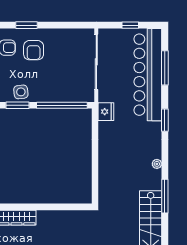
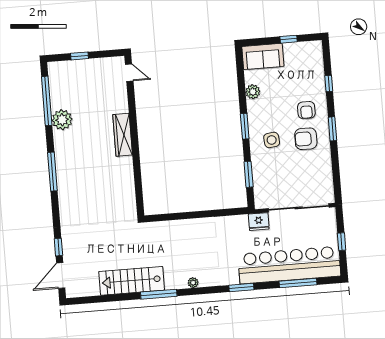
side table: (21, 92) -> (272, 140), moved
window: (62, 105) -> (249, 174), width x0.47
fridge: (106, 112) -> (259, 222), moved

